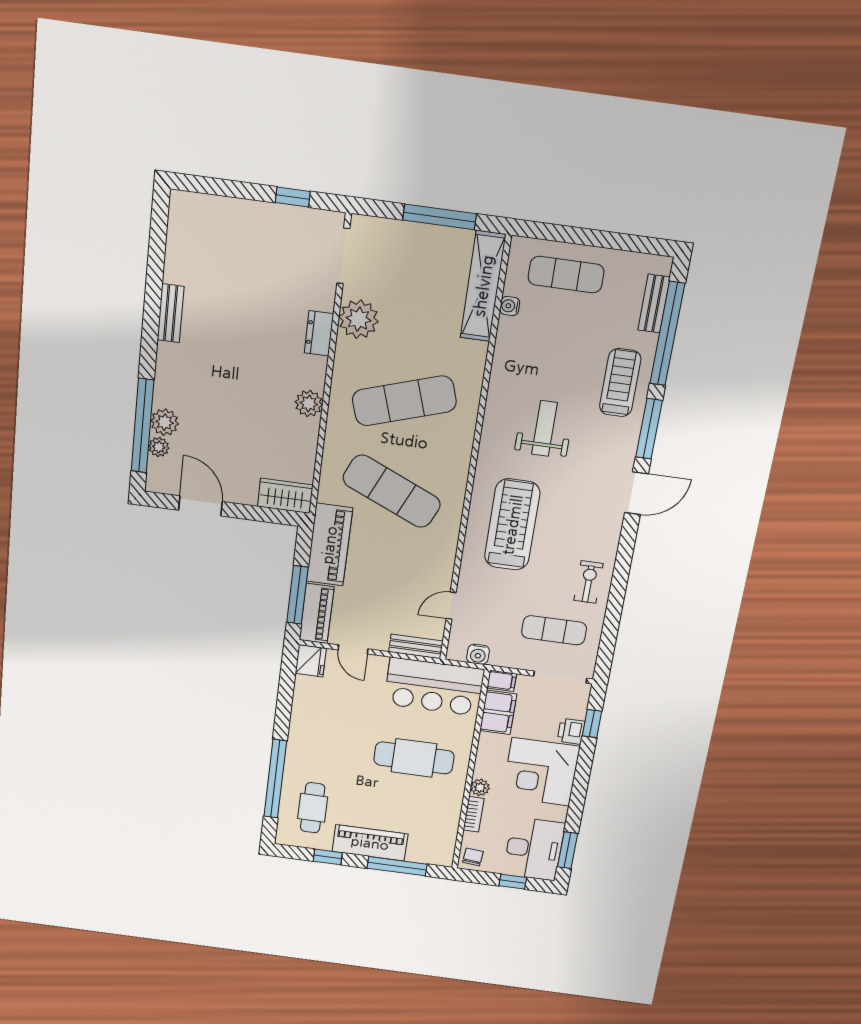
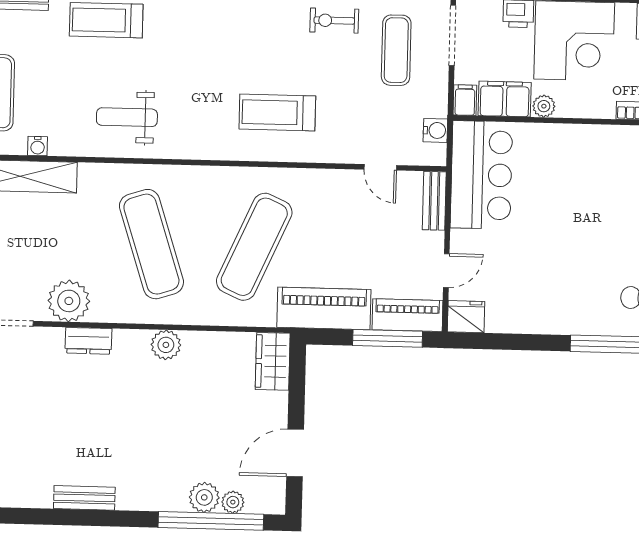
weight bench: (544, 428) -> (127, 117), moved
treadmill: (512, 525) -> (277, 112), width x0.73, depth x0.73
cafe table: (414, 758) -> (574, 188), removed
plant: (480, 787) -> (544, 106), moved

